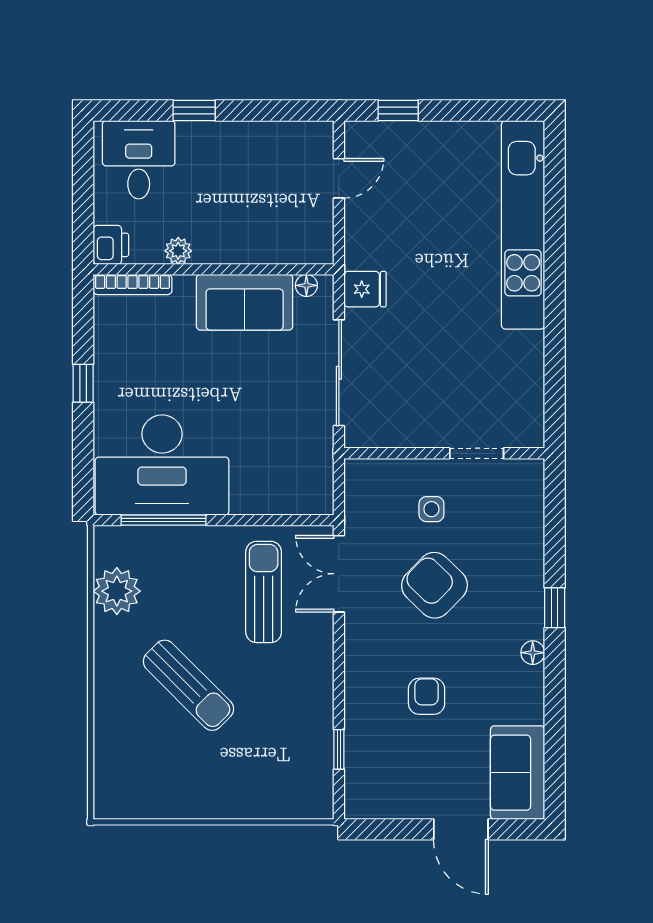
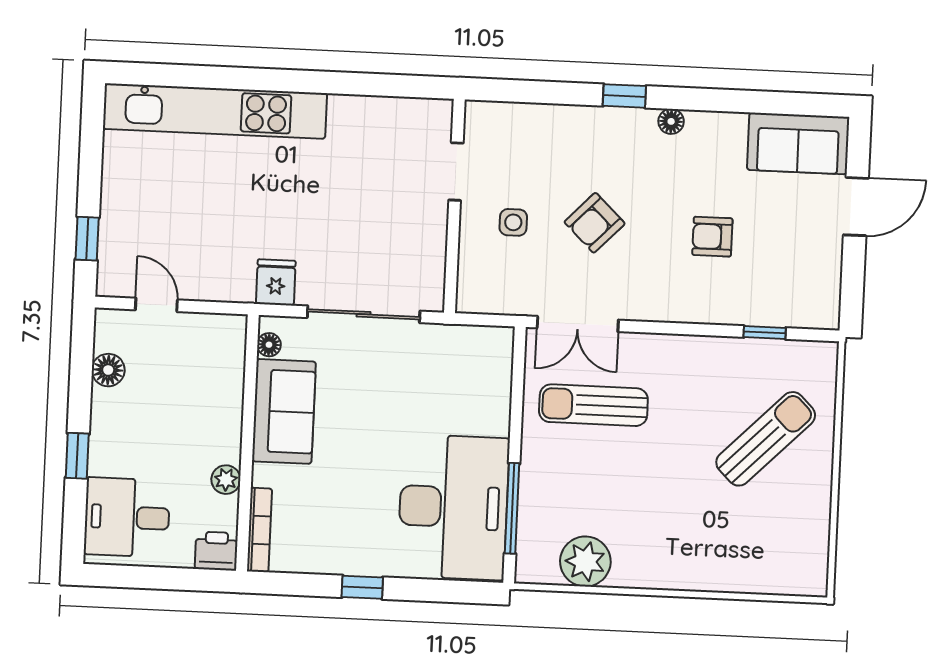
floor lamp: (276, 136) -> (108, 370), added
armchair: (435, 585) -> (595, 223), width x0.72, depth x0.72
sun lounger: (188, 685) -> (766, 439), moved

